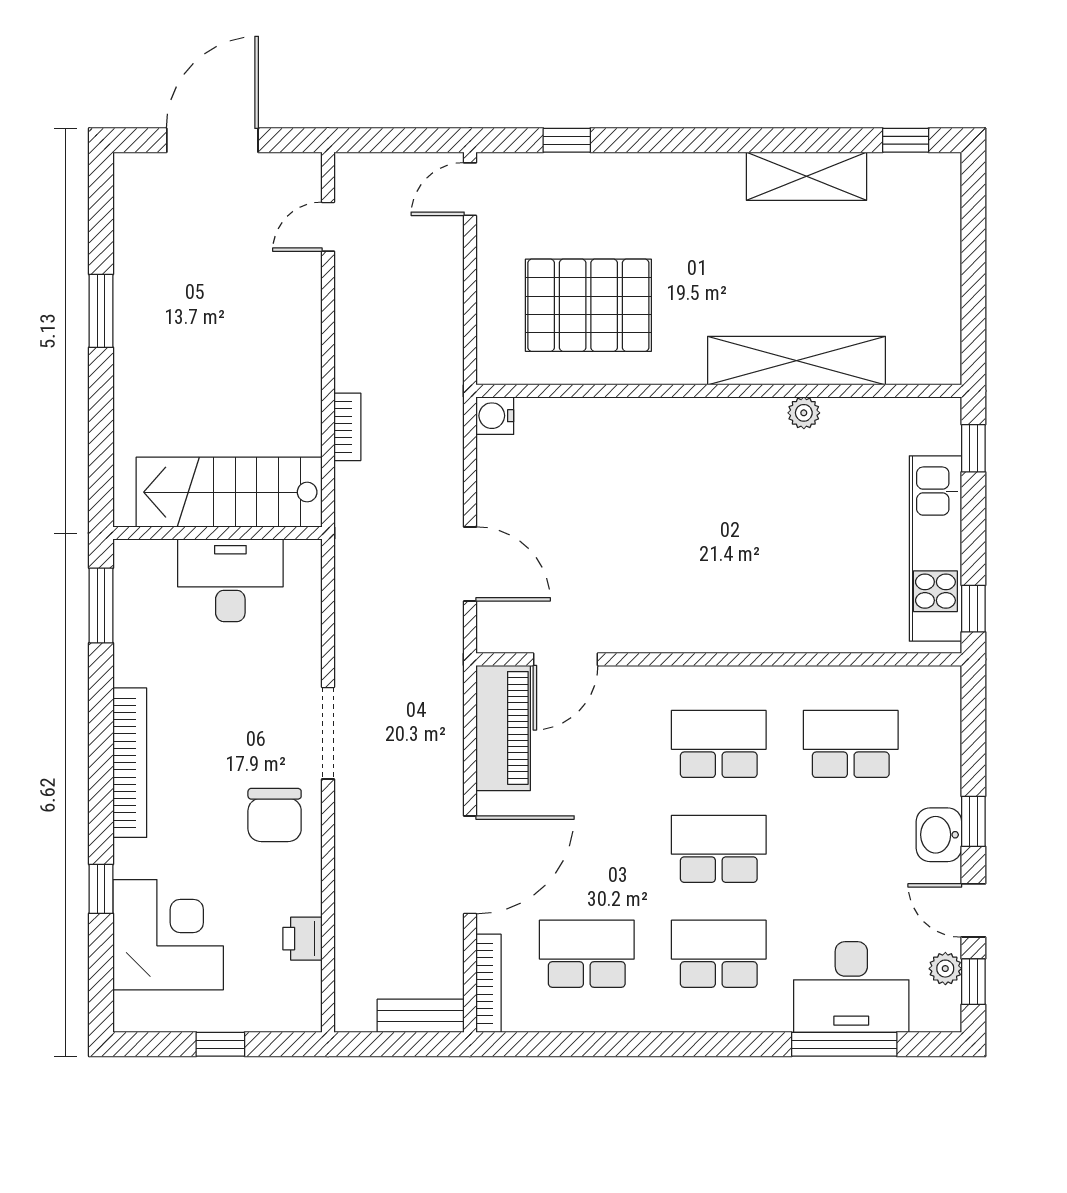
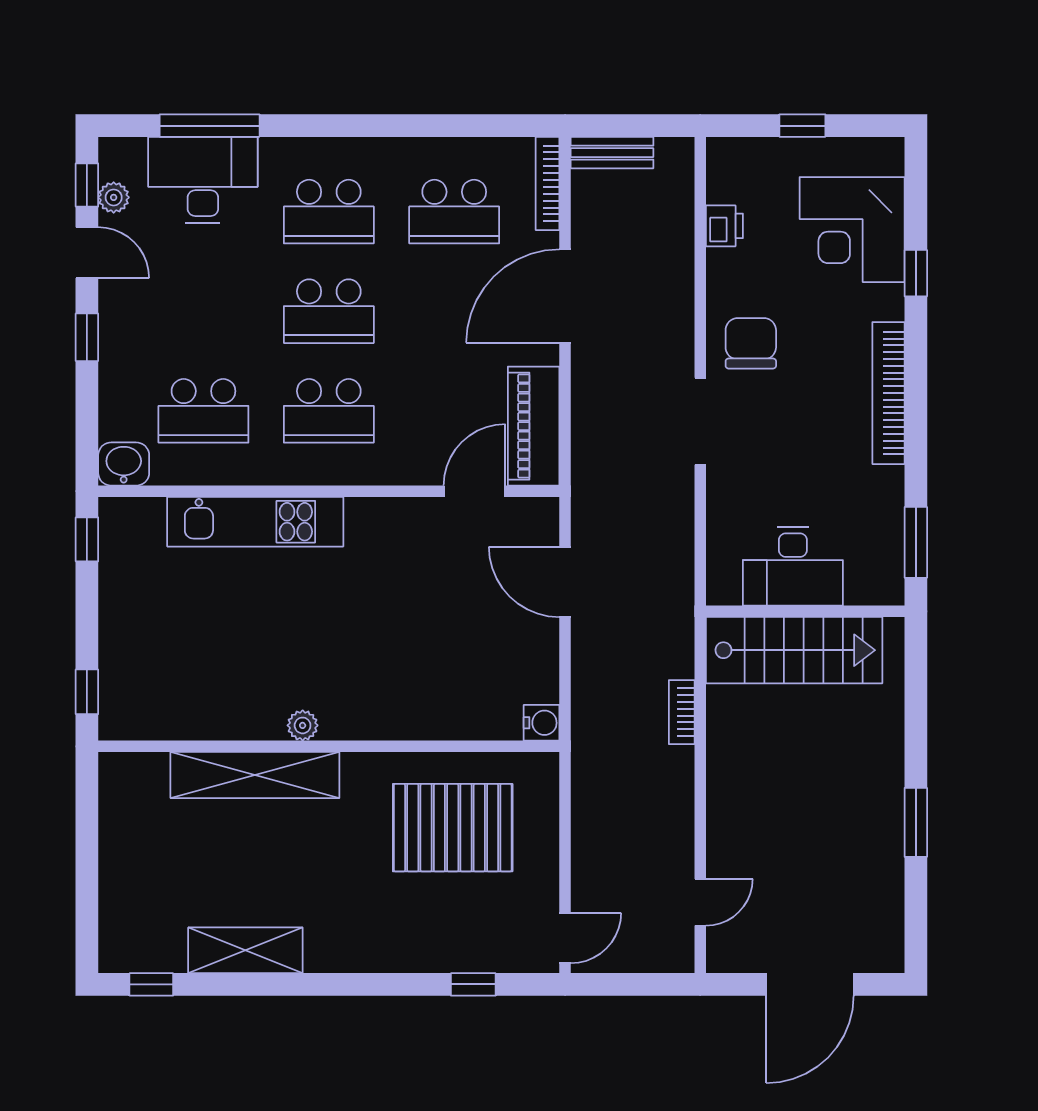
plant: (804, 413) -> (303, 725), moved
kitchen unit: (935, 549) -> (255, 522), moved, turned 90
washbasin: (939, 835) -> (124, 464), moved, turned -90

